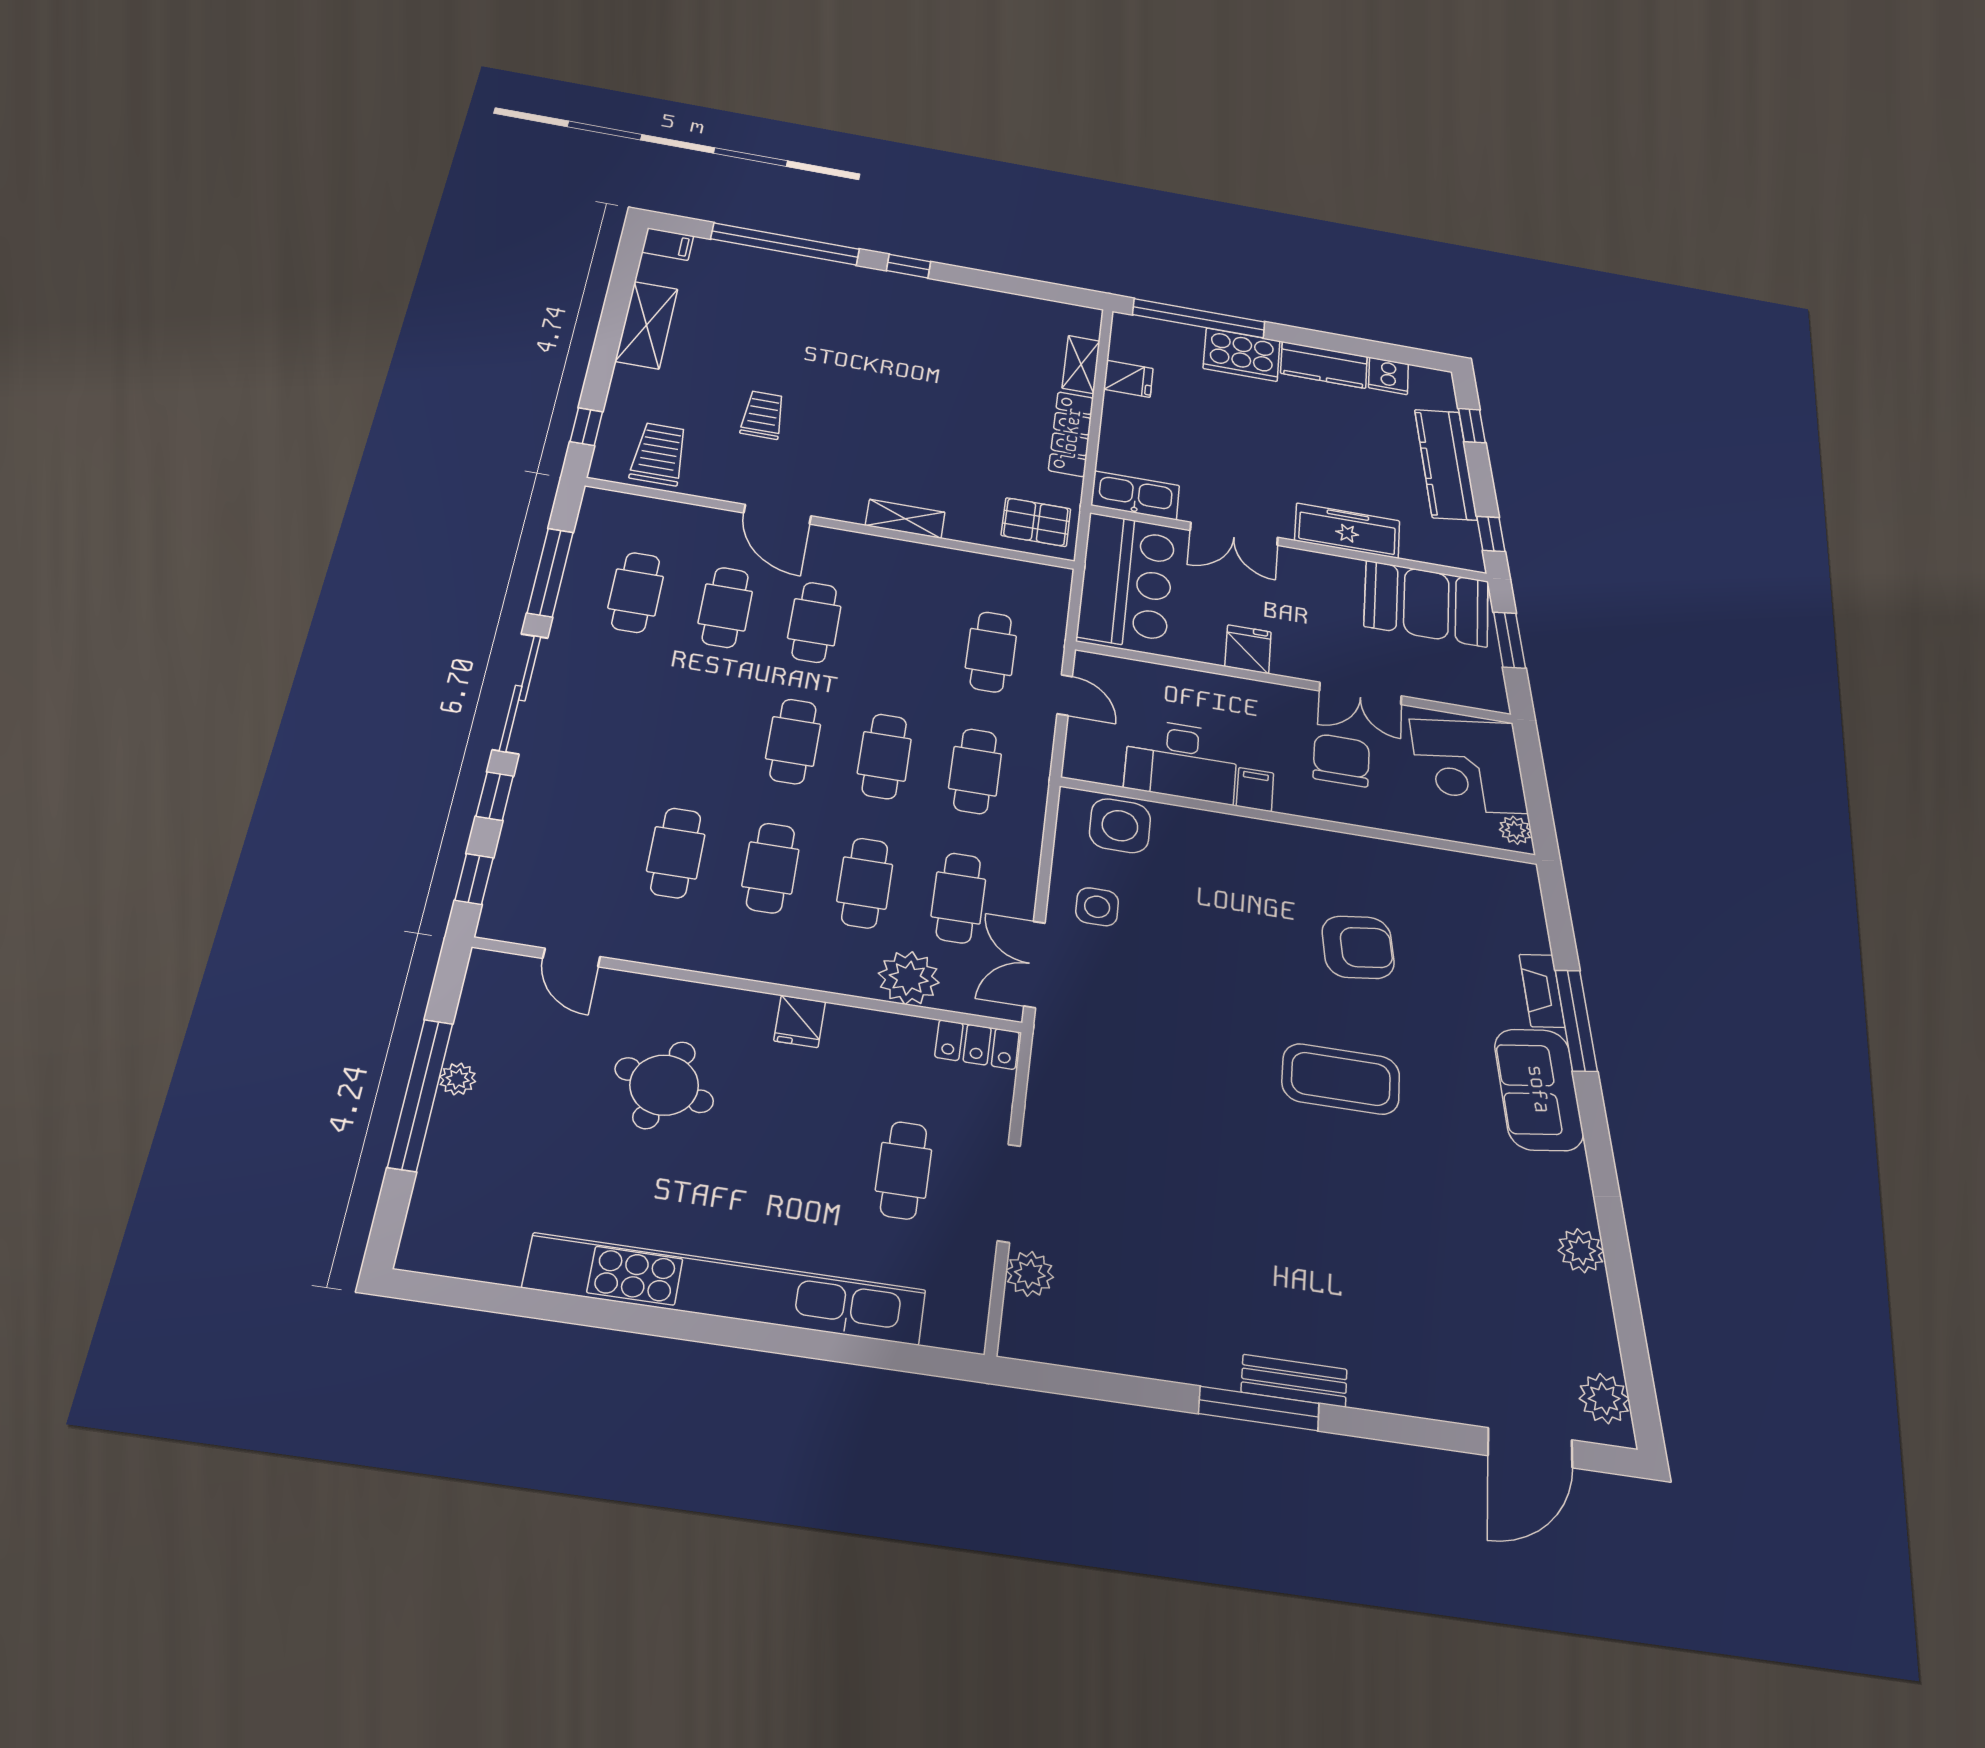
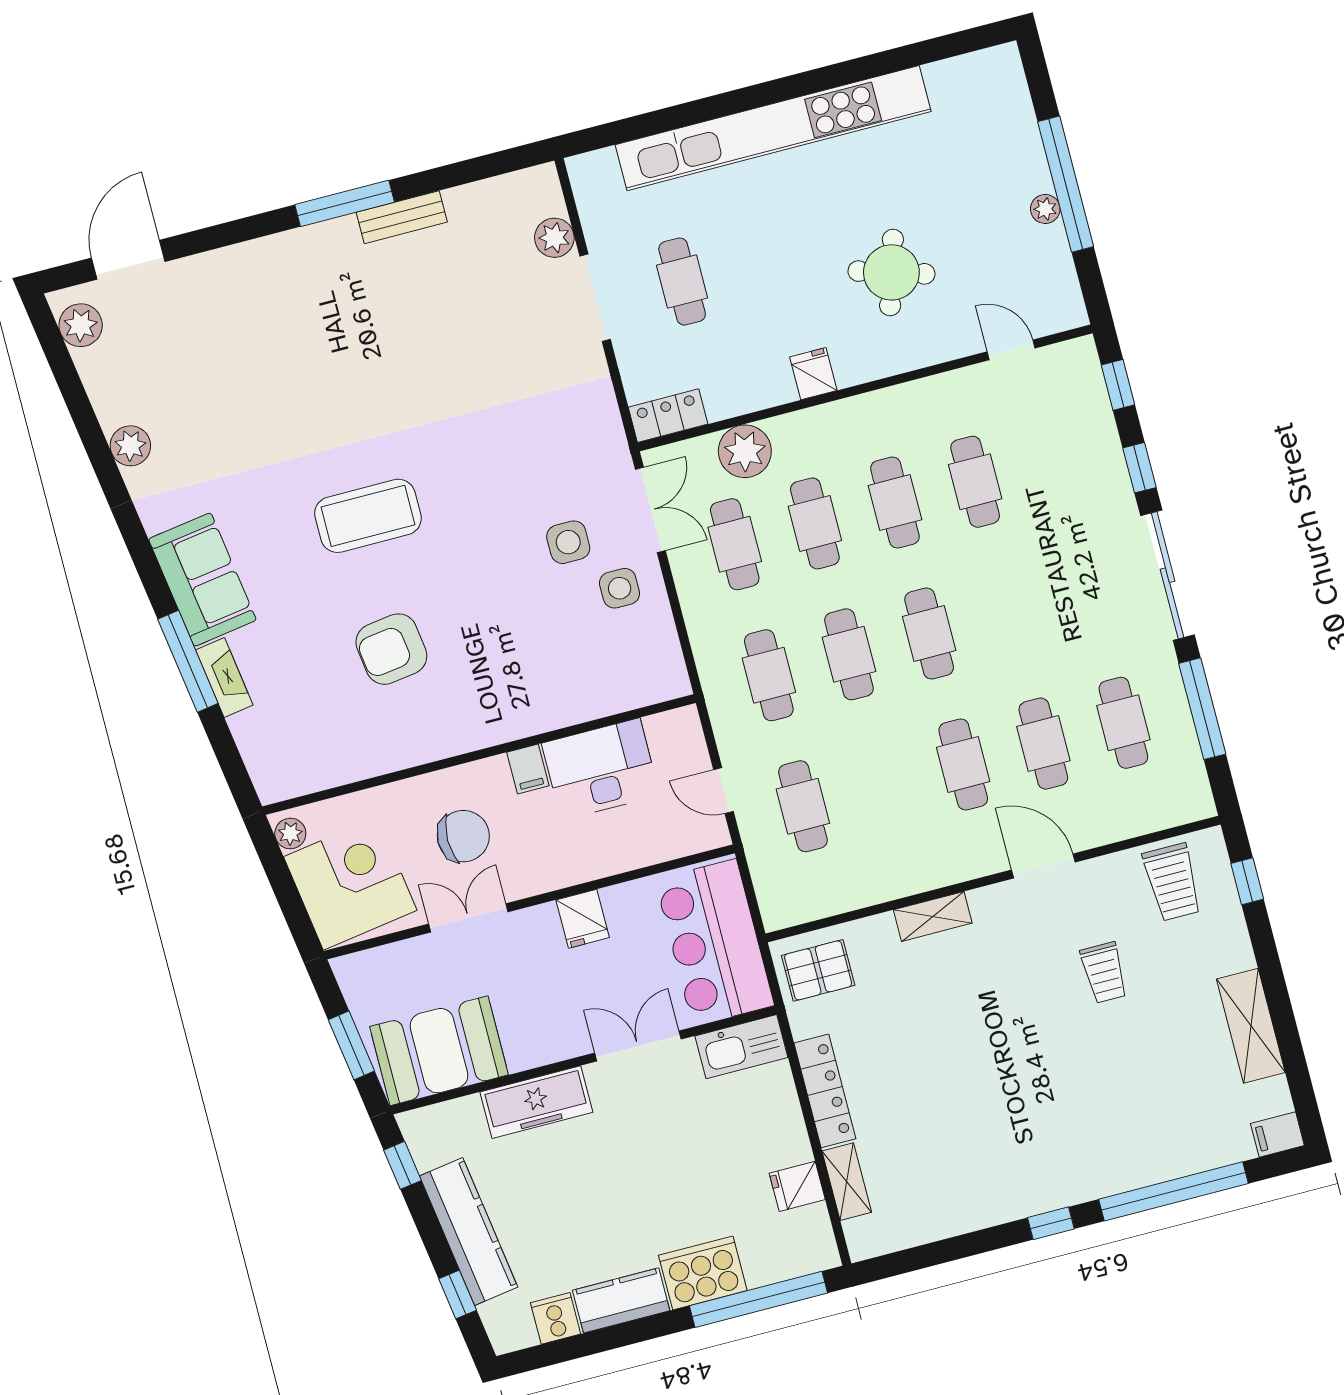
chair: (1341, 760) -> (463, 836), turned -90
side table: (1120, 826) -> (568, 542), moved, width x0.73, depth x0.73
bench: (1294, 1381) -> (402, 217), moved

